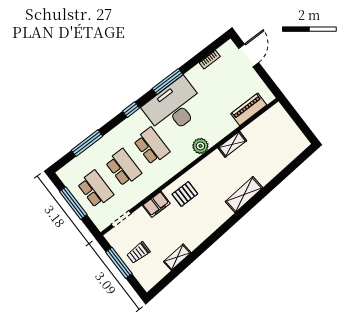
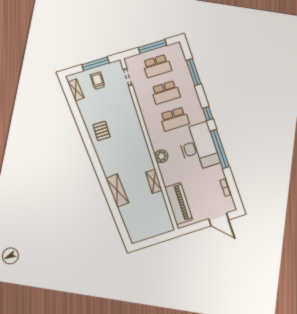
window: (168, 81) -> (220, 149), width x1.46
piano: (249, 109) -> (178, 203), width x1.37, depth x1.33
pallet: (185, 194) -> (102, 131), moved
shelving: (244, 195) -> (117, 190), moved
filing cabinet: (156, 204) -> (129, 107), removed
shelving: (177, 257) -> (76, 90), moved

